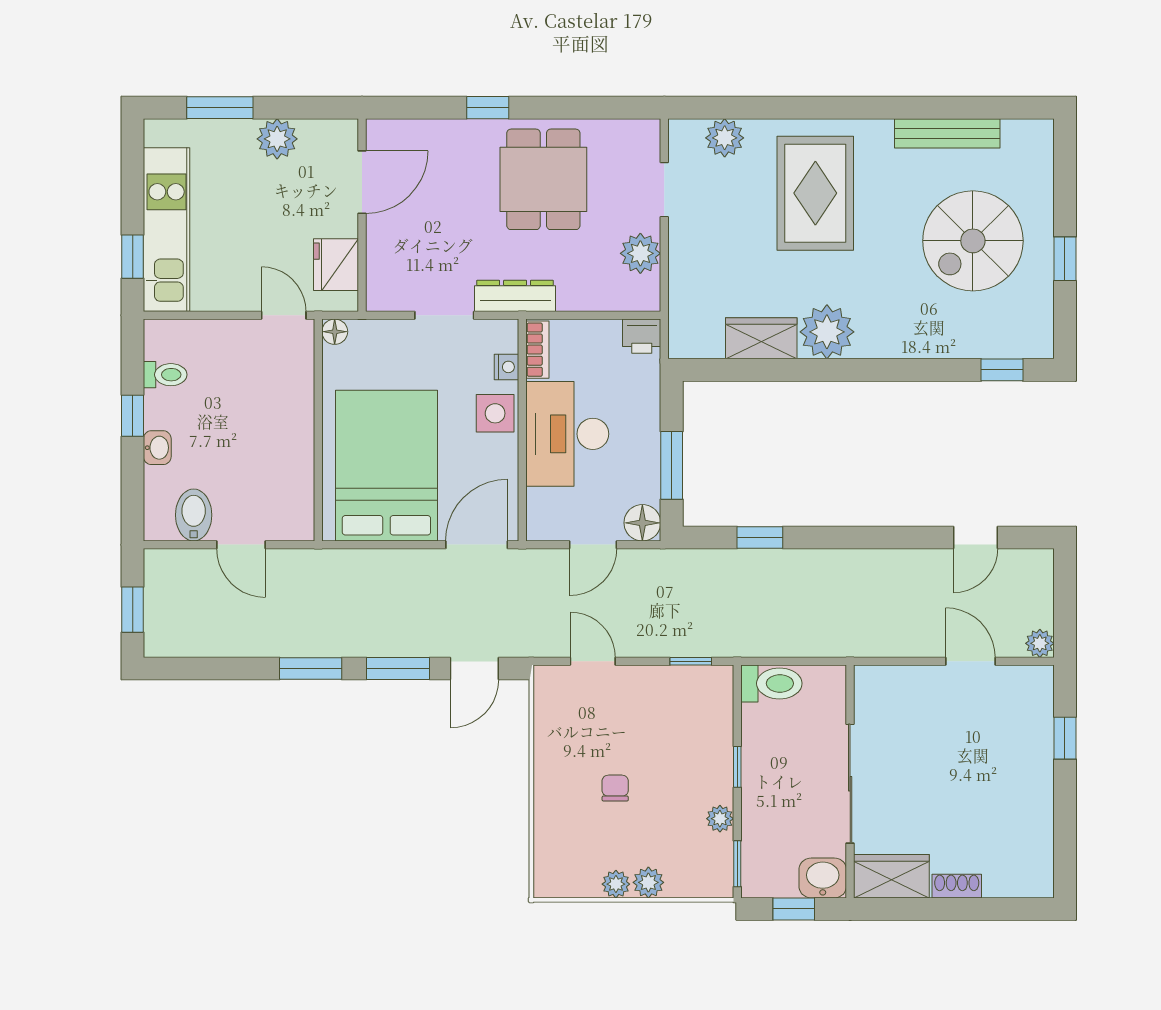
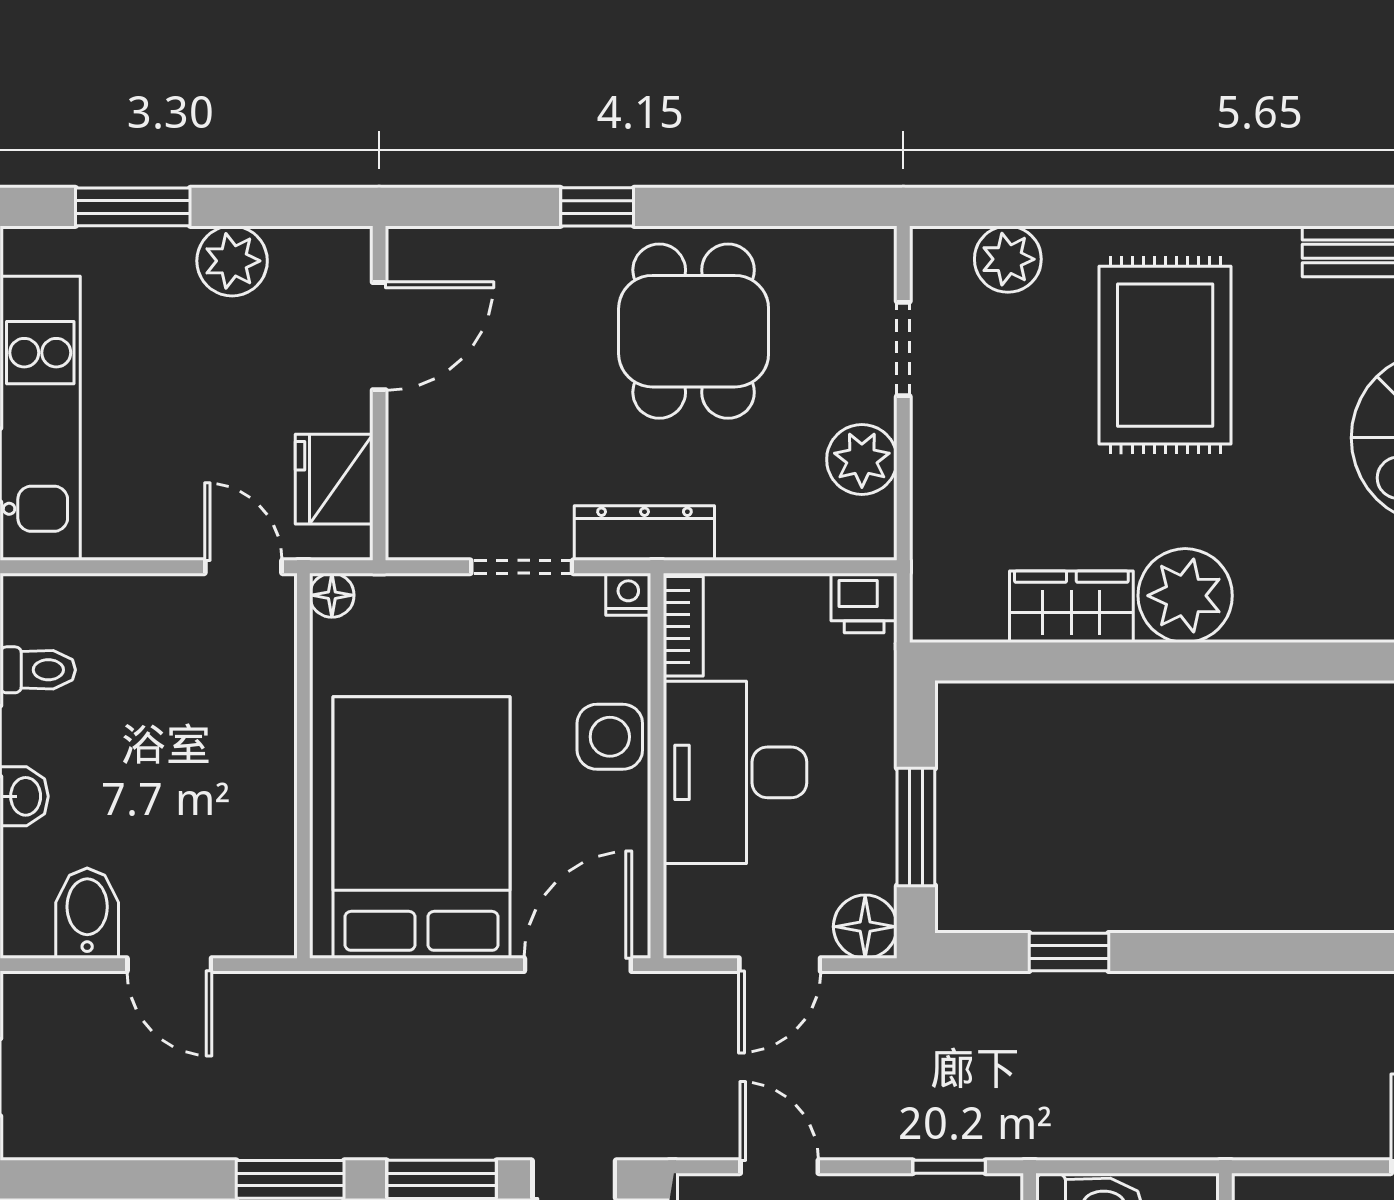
nightstand: (506, 367) -> (628, 594), moved, turned -90

